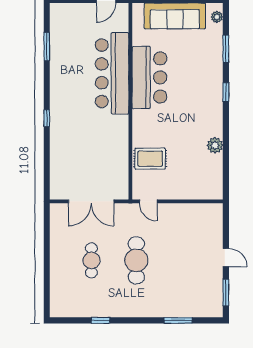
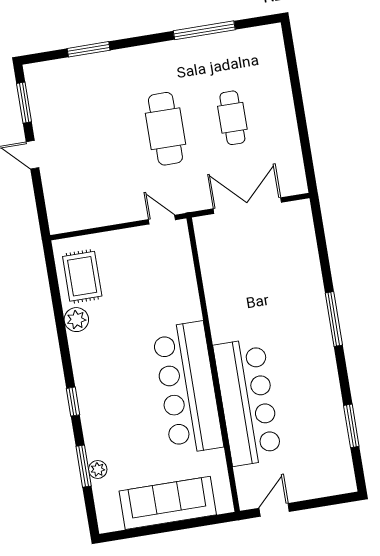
plant: (217, 17) -> (98, 469), moved
bar counter: (149, 77) -> (188, 388), width x1.36
window: (47, 118) -> (334, 319), width x2.17
rug: (150, 159) -> (82, 276), moved, turned 90
window: (100, 320) -> (204, 30), width x2.17

